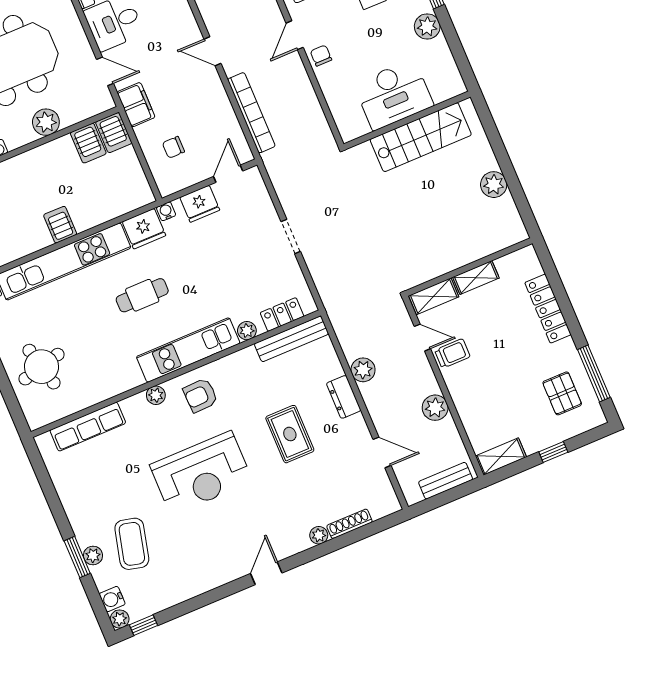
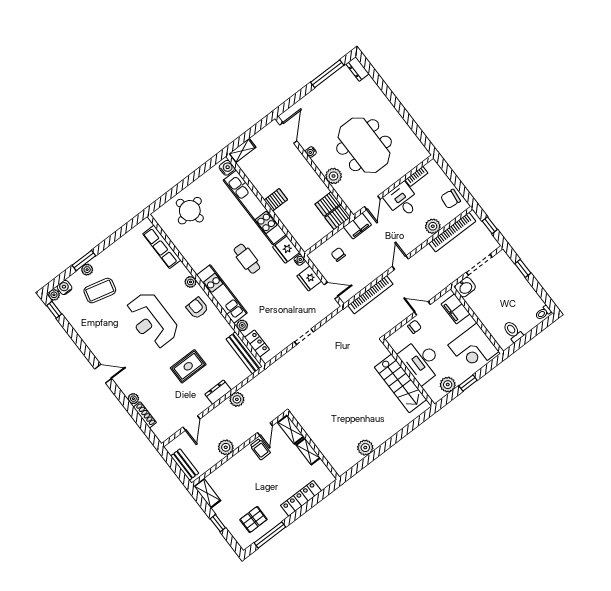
desk: (394, 95) -> (421, 361), moved
wall: (407, 120) -> (408, 373), moved
stairs: (421, 137) -> (400, 383), moved

